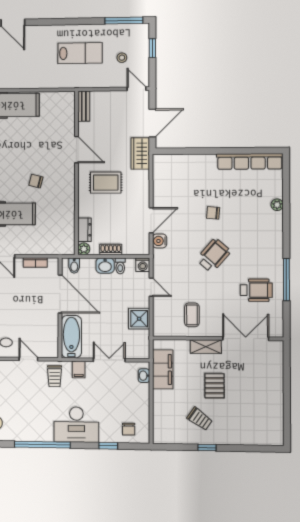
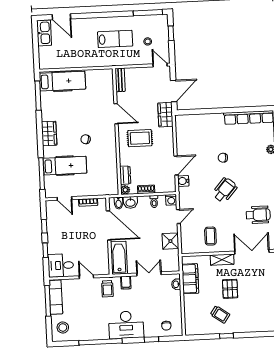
washbasin: (105, 266) -> (130, 202), moved
door: (151, 287) -> (178, 217), hinge flipped

